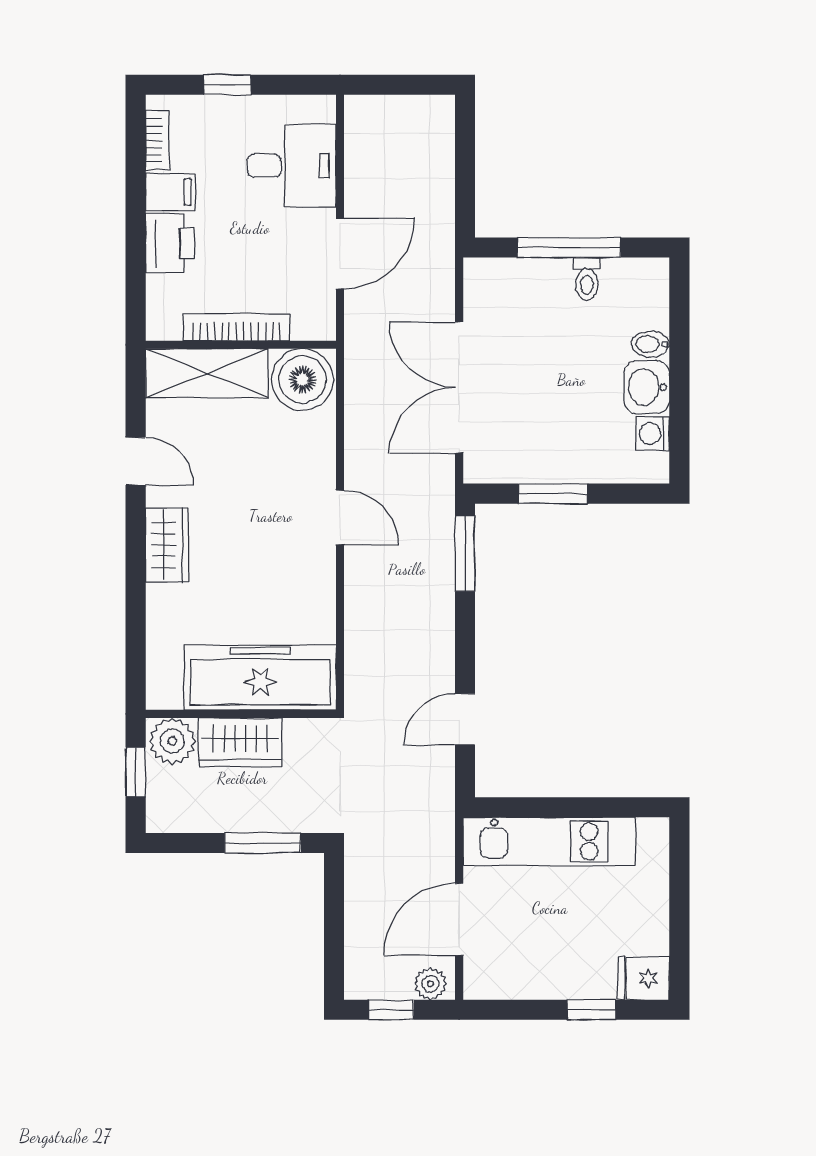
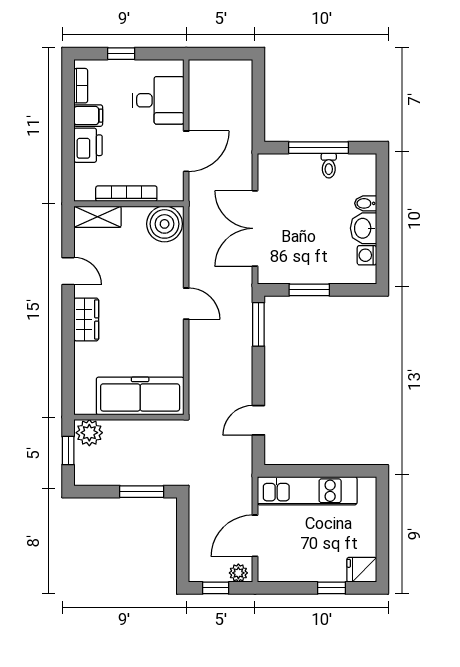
shelving: (207, 373) -> (97, 217), width x0.67, depth x0.75
wardrobe: (240, 742) -> (129, 433), removed

